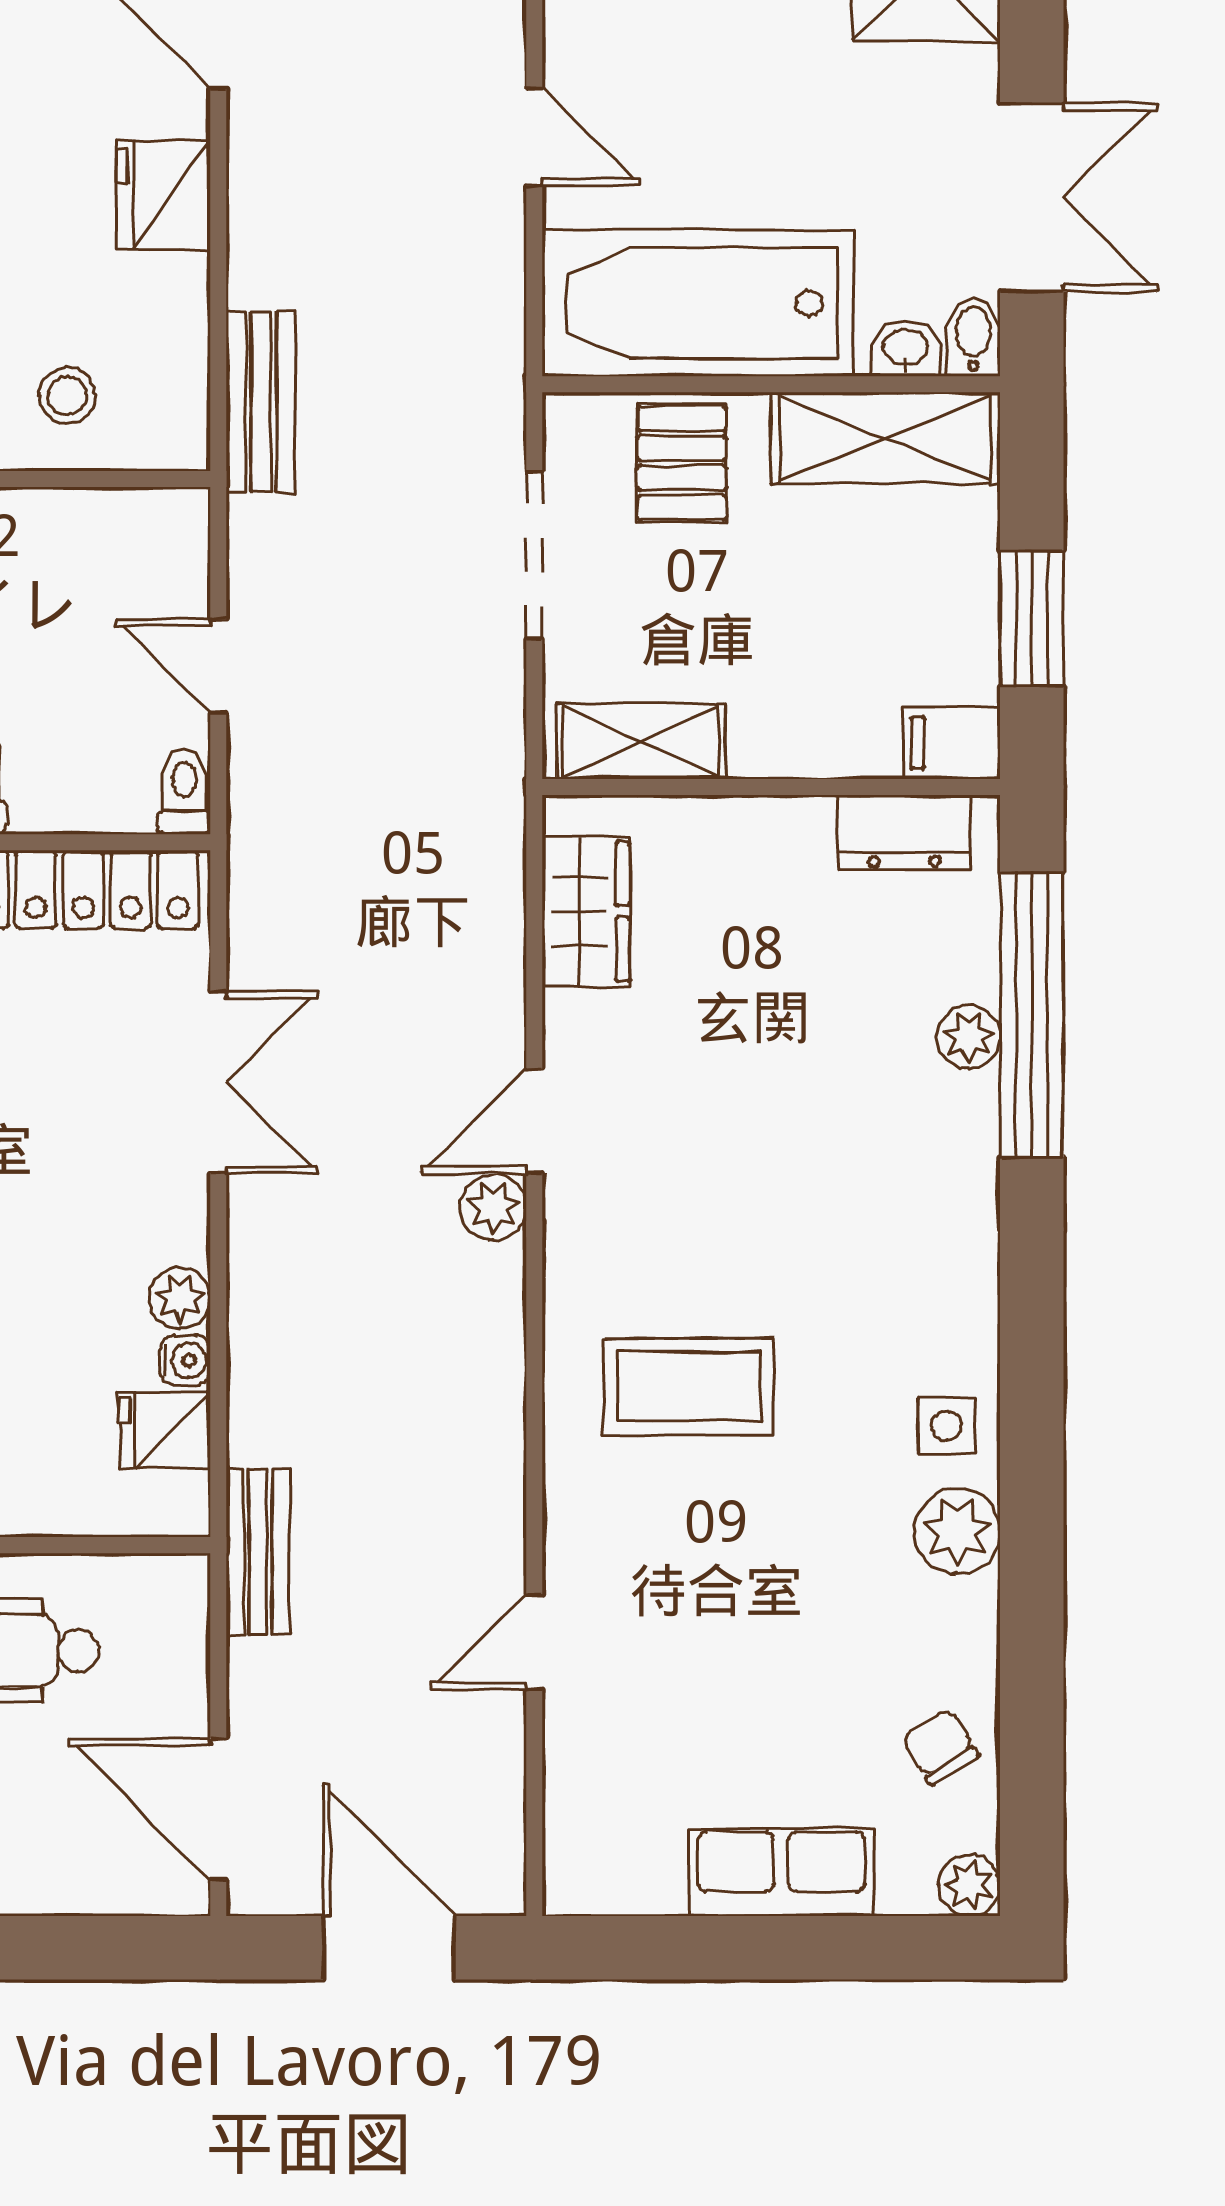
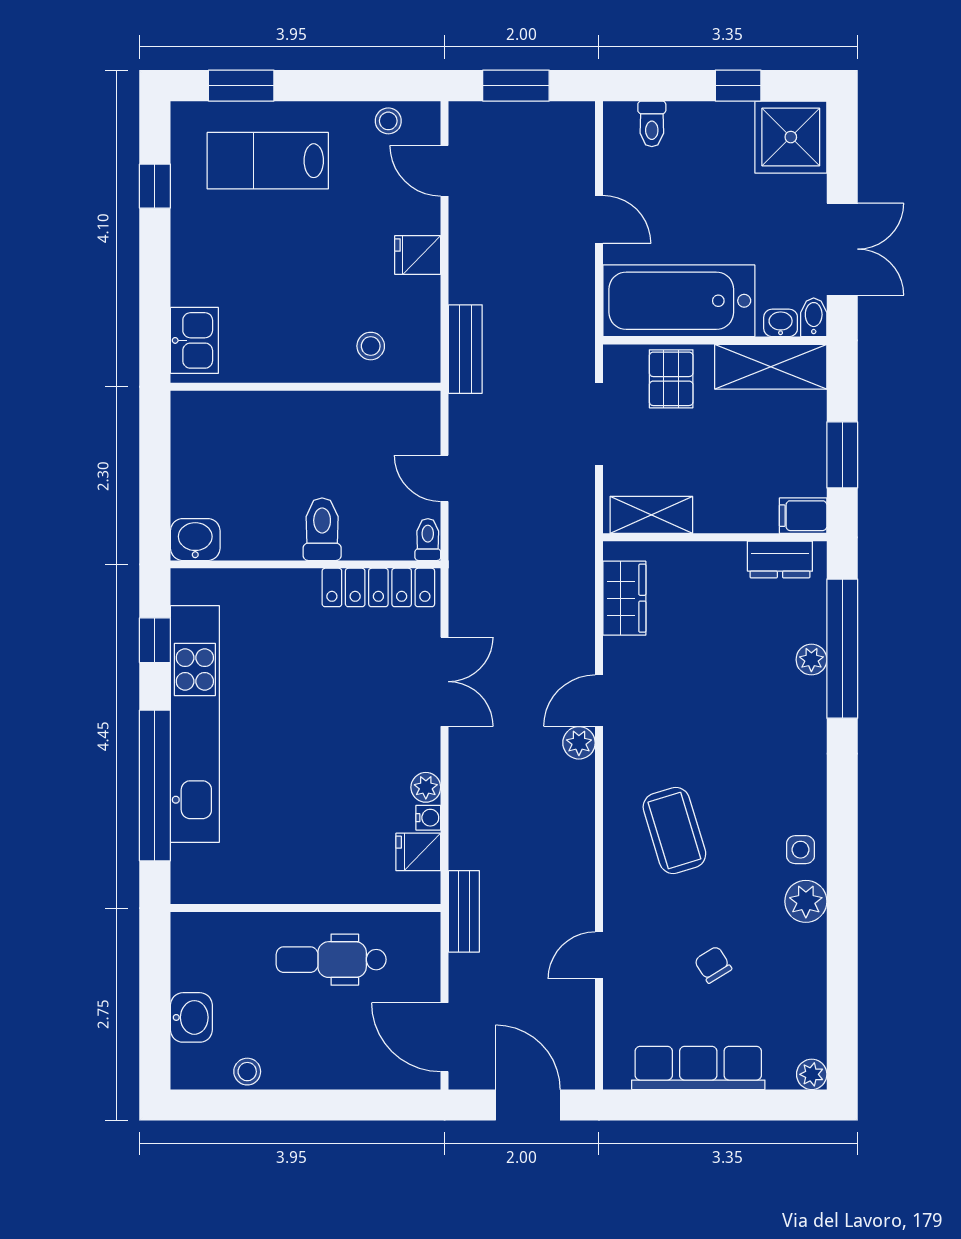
fridge: (163, 194) -> (418, 255), width x0.72
coffee table: (688, 1387) -> (674, 830), turned 73
chair: (940, 1747) -> (713, 965), moved
row of seats: (781, 1872) -> (698, 1068), width x1.48

